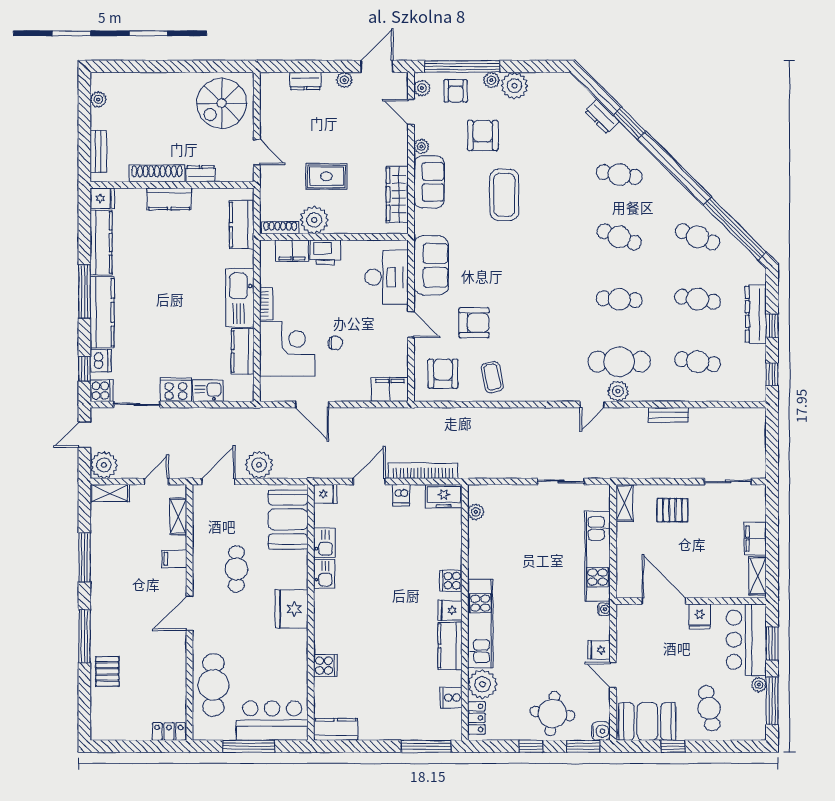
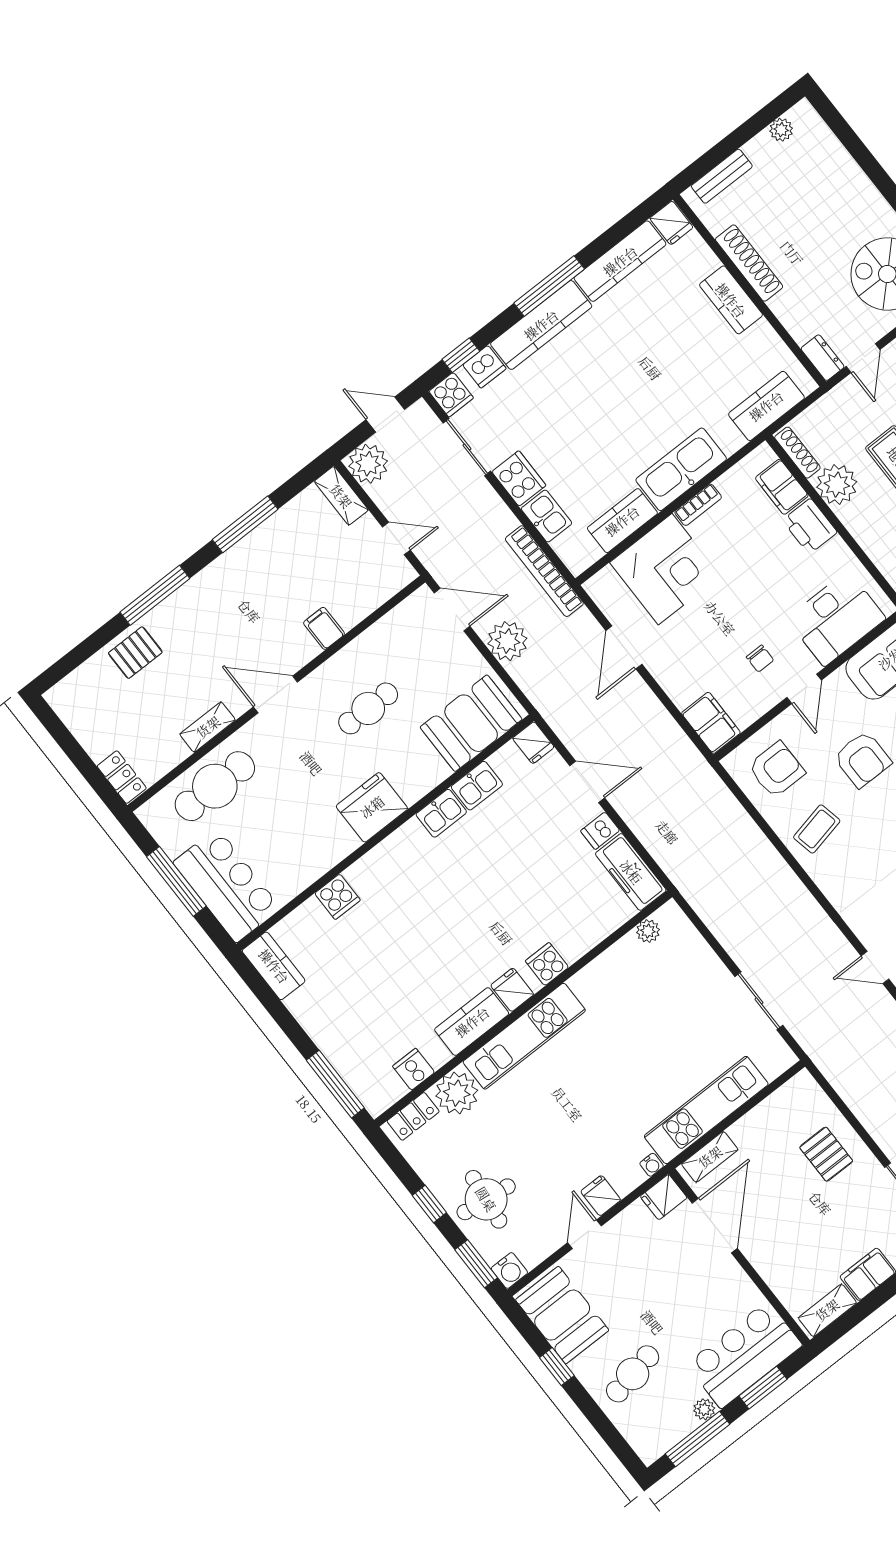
dresser: (201, 174) -> (823, 358), moved
chair: (335, 343) -> (760, 659), moved
bookcase: (423, 471) -> (544, 571), moved, turned 180
freezer: (444, 496) -> (631, 872), width x1.40
shelving: (624, 503) -> (710, 1157), moved
shelving: (178, 516) -> (208, 727), moved
fridge: (700, 616) -> (664, 1197), moved

